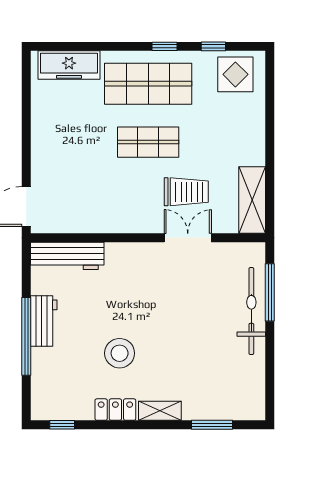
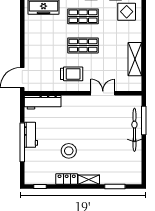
shop shelf: (148, 84) -> (83, 16), width x0.70, depth x0.74
trolley: (186, 192) -> (72, 74), moved
shelving: (252, 200) -> (135, 59), moved

